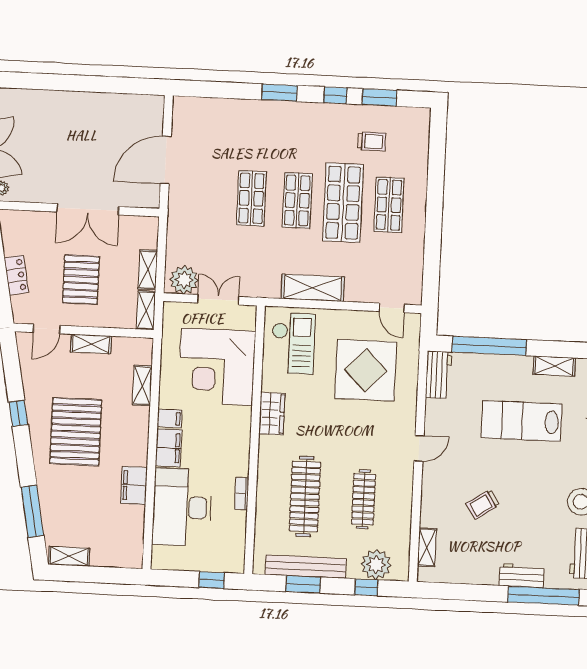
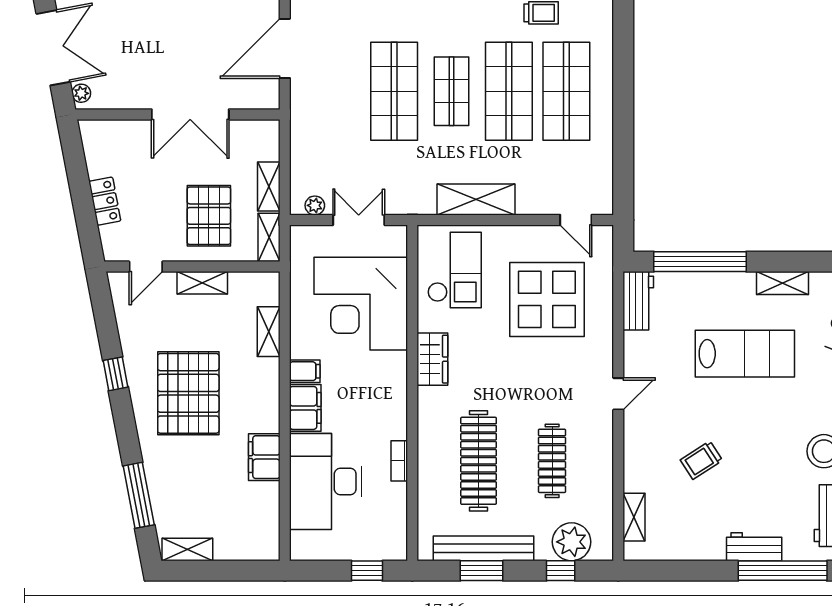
shop shelf: (251, 198) -> (394, 91), width x1.43, depth x1.36
shop shelf: (389, 205) -> (566, 91), width x1.43, depth x1.36
pallet: (81, 280) -> (209, 216), moved
plant: (184, 280) -> (315, 205), width x0.53, depth x0.53
lab bench: (522, 421) -> (745, 354), turned 180

